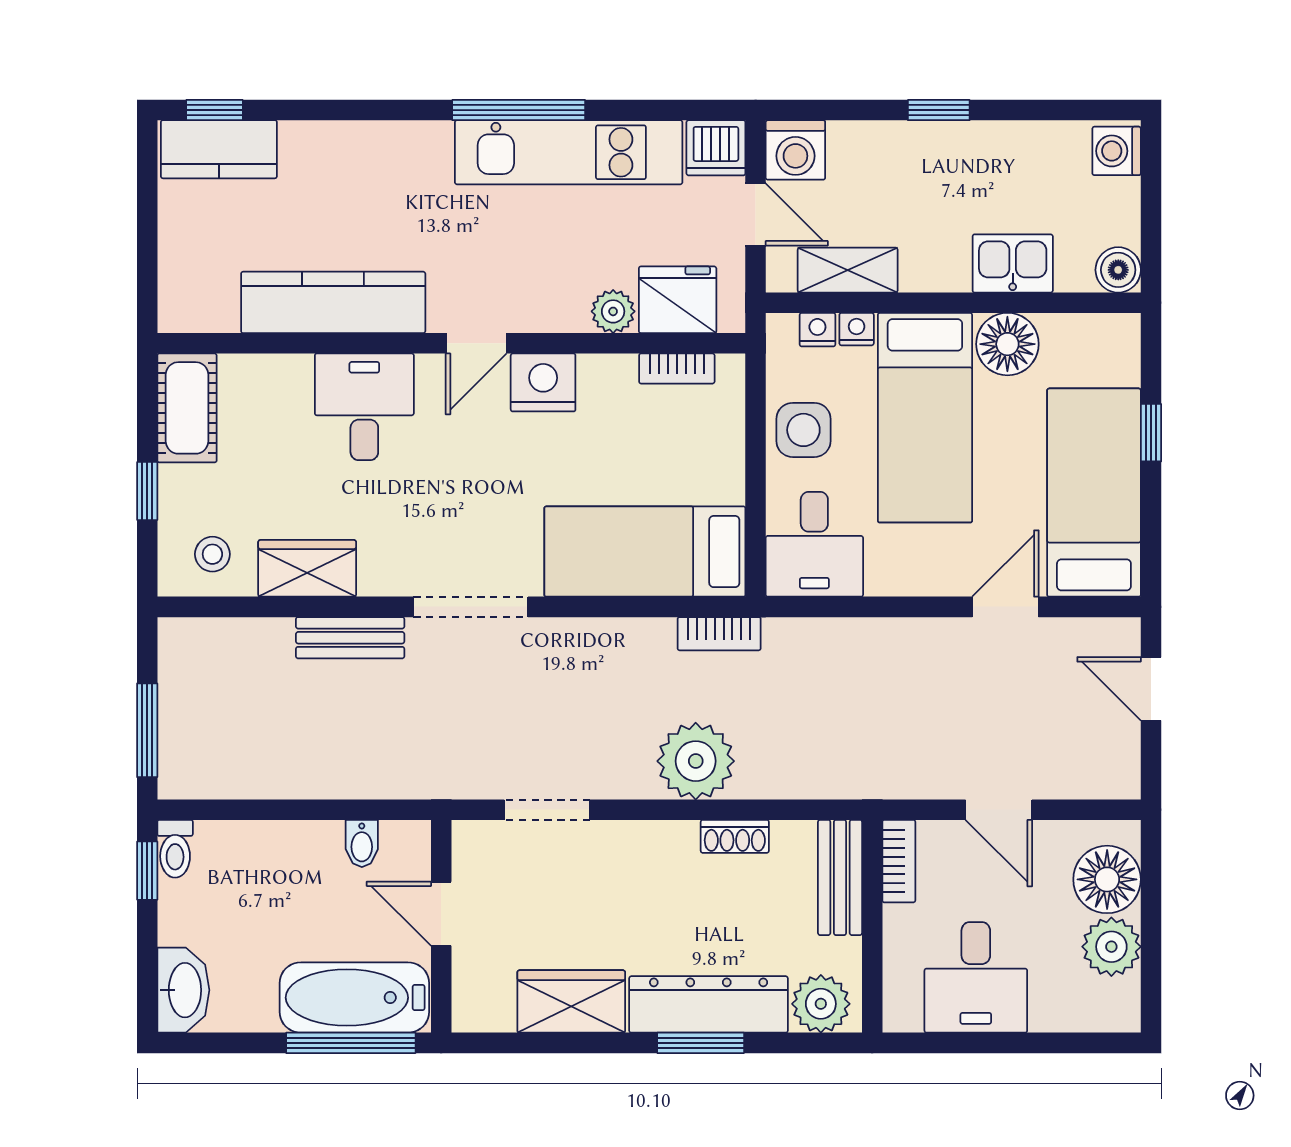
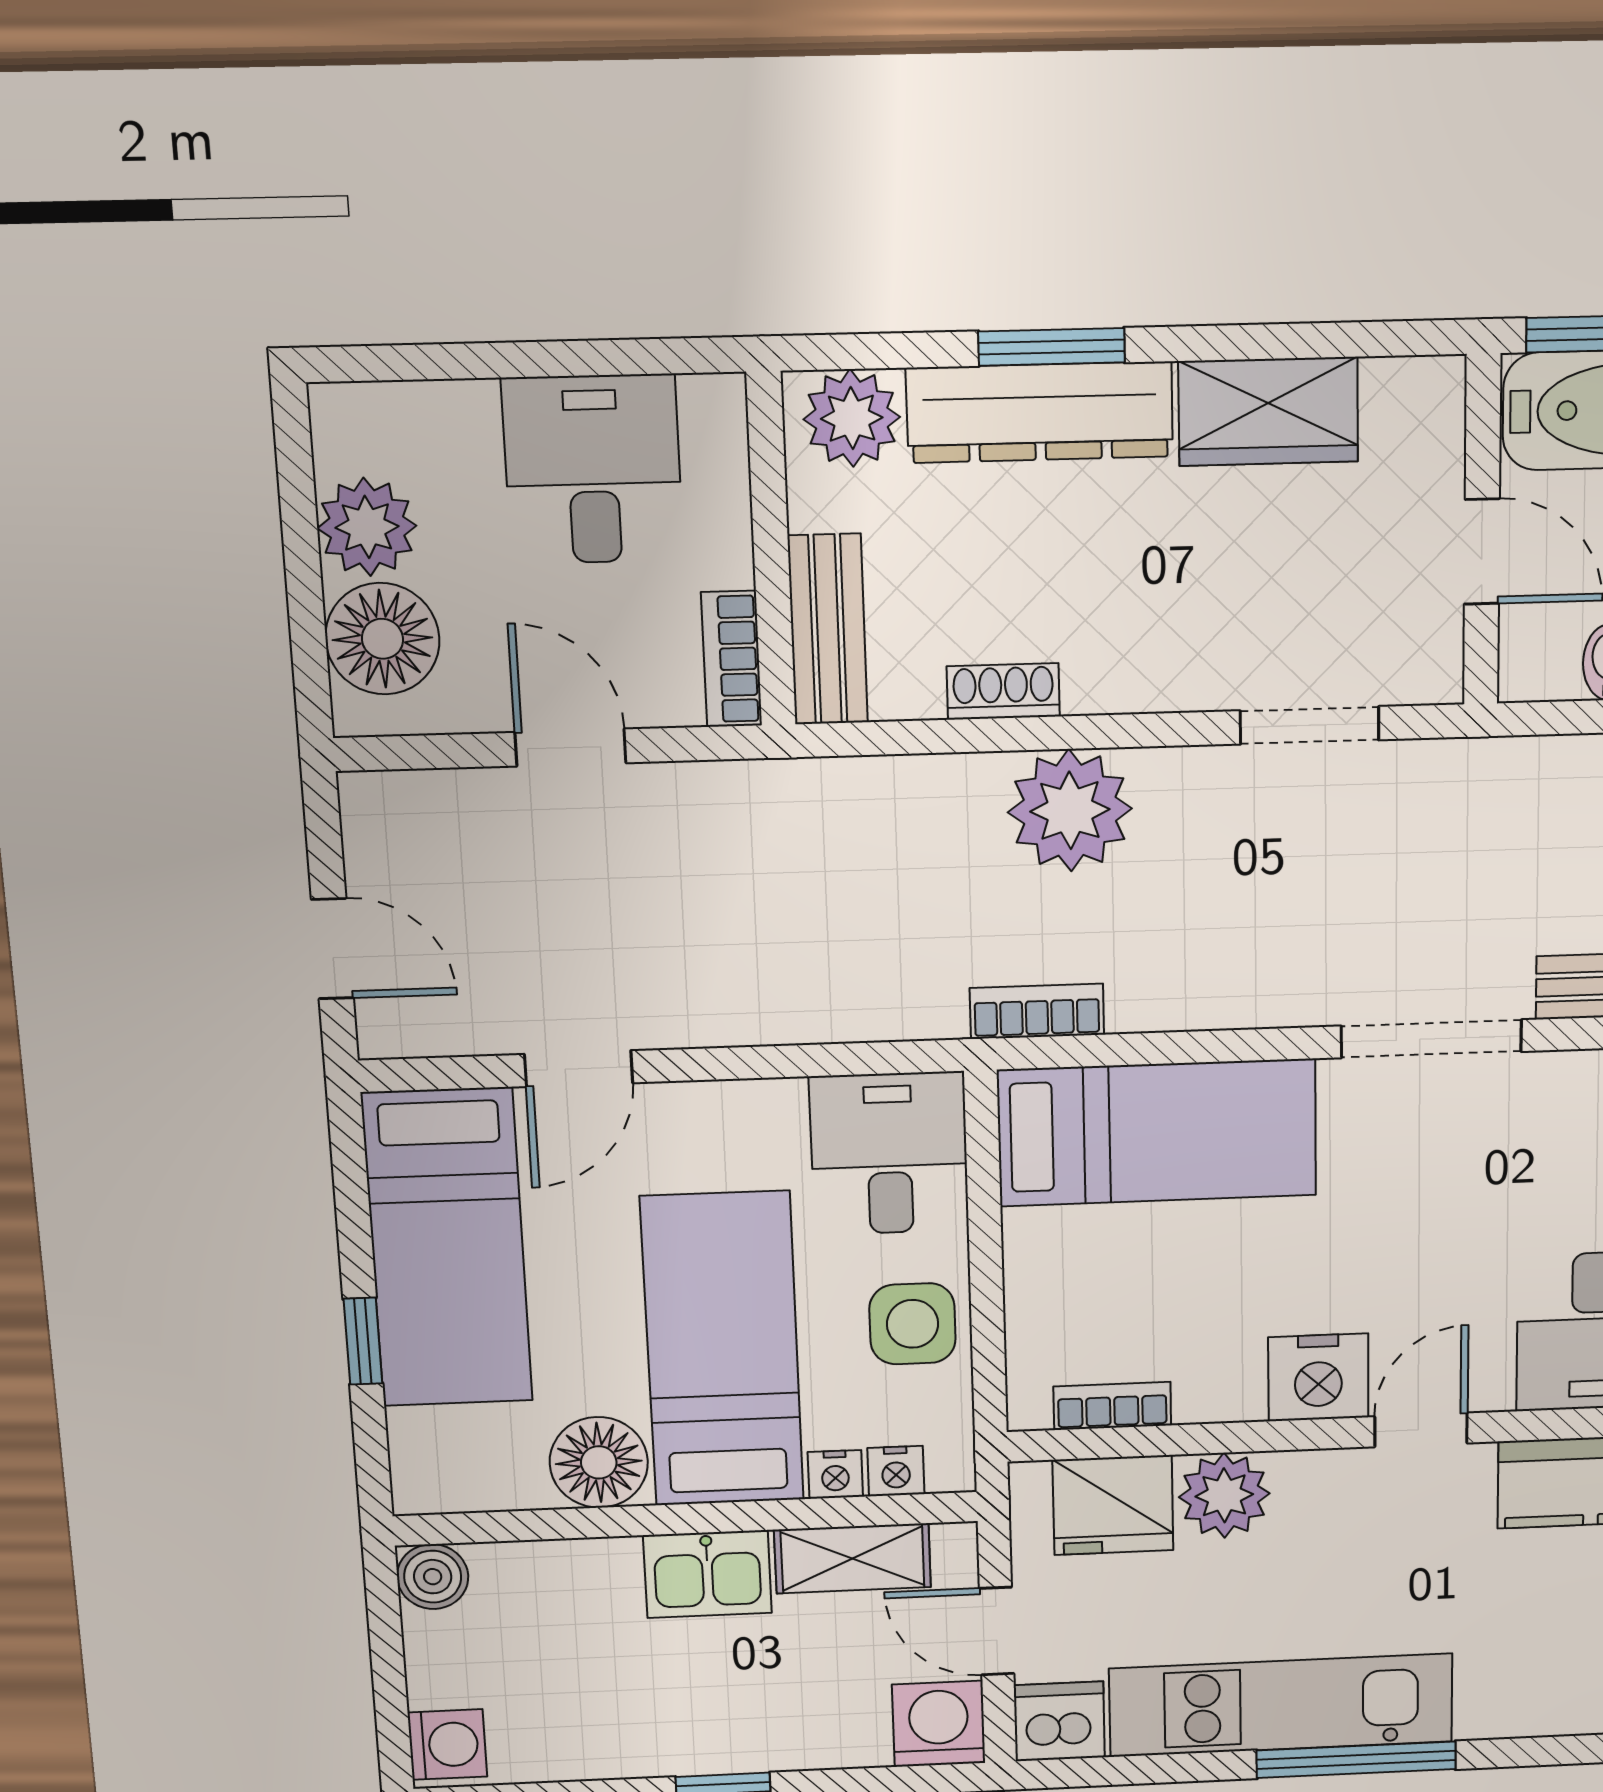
kitchen sink: (1013, 263) -> (708, 1574), moved
plant: (613, 311) -> (1224, 1495), width x1.38, depth x1.38

